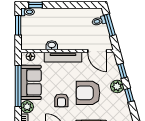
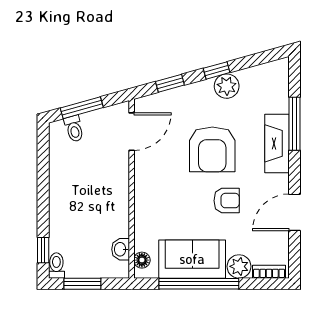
washbasin: (52, 45) -> (121, 249), moved
tv unit: (63, 57) -> (144, 198), removed
plant: (117, 86) -> (227, 86), moved

